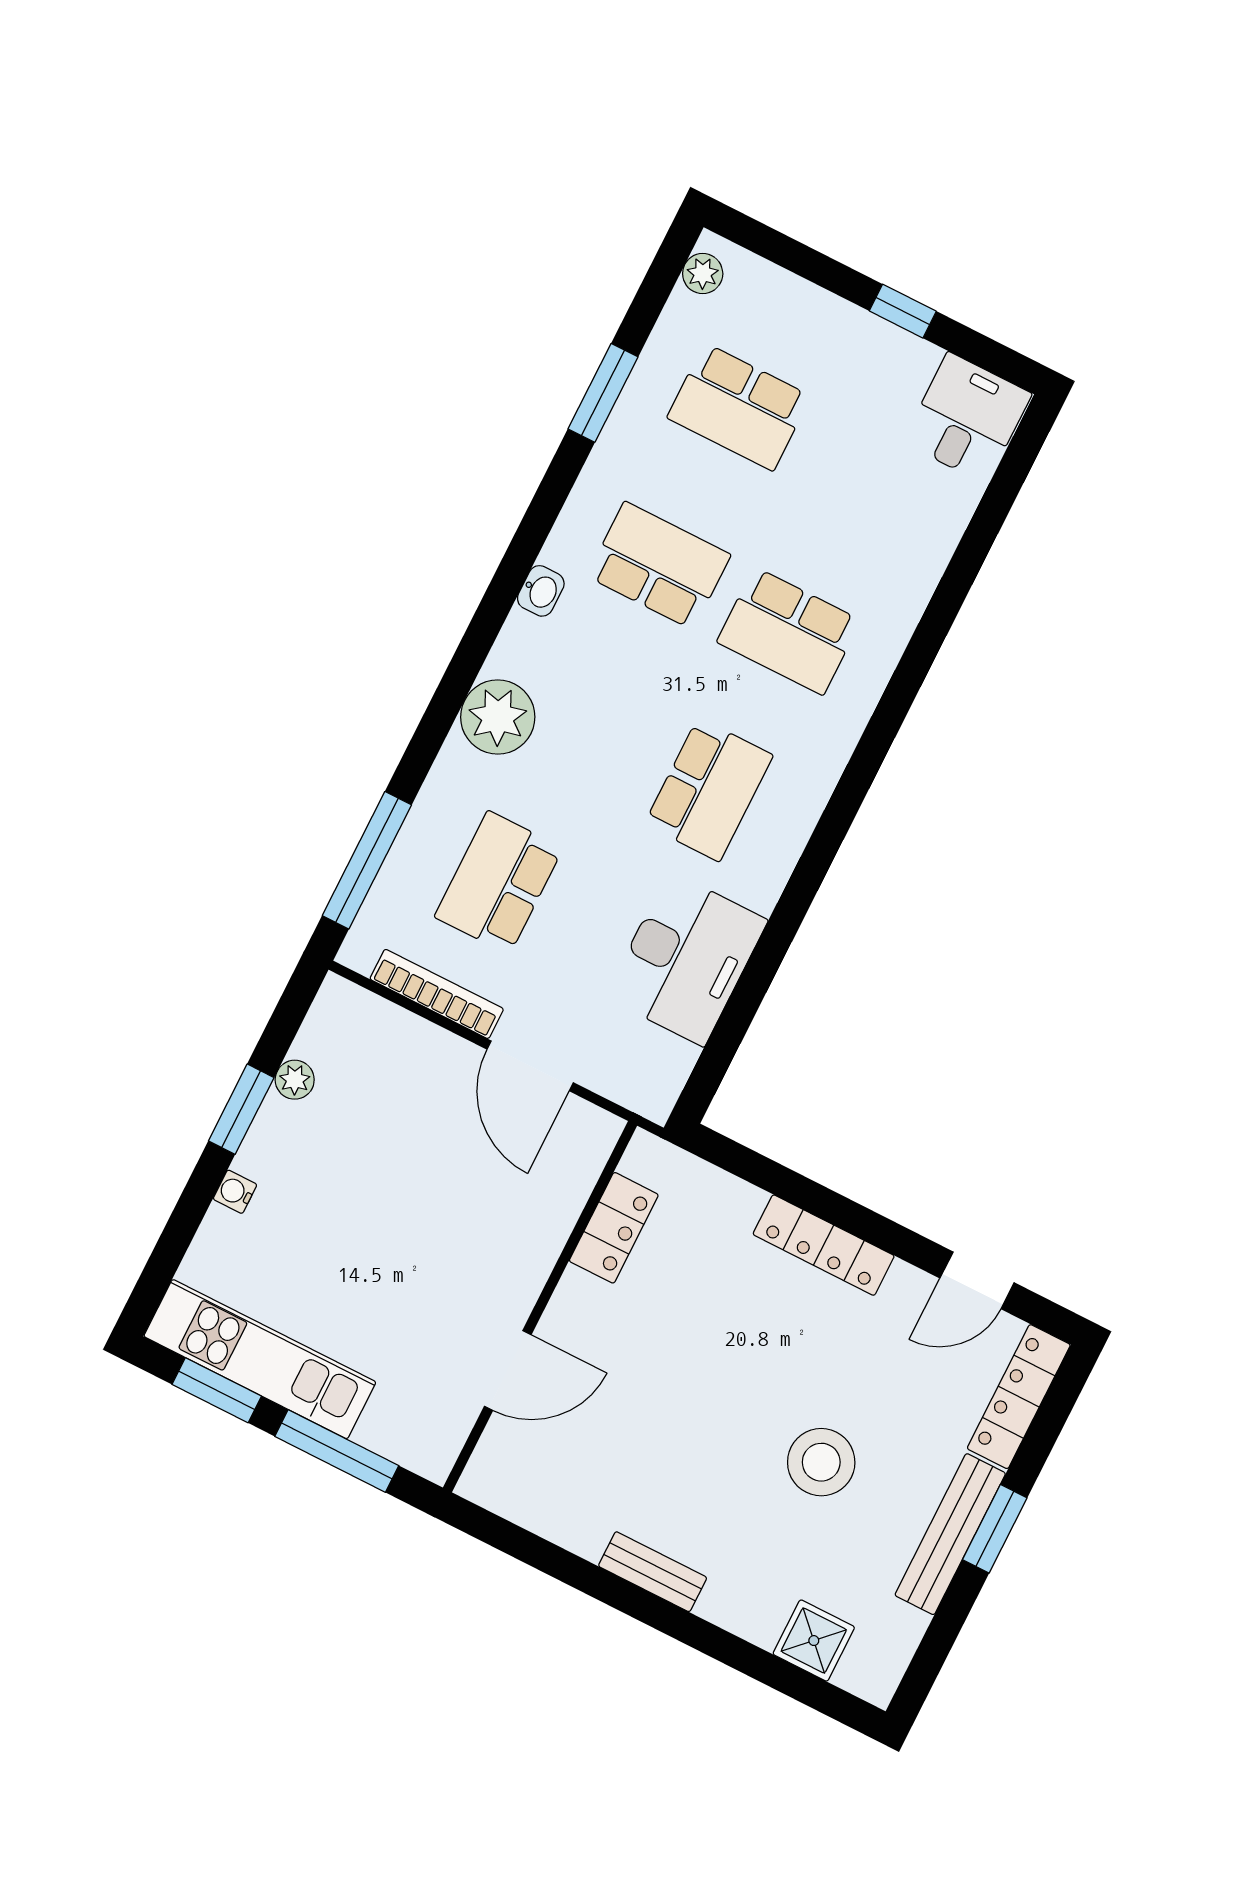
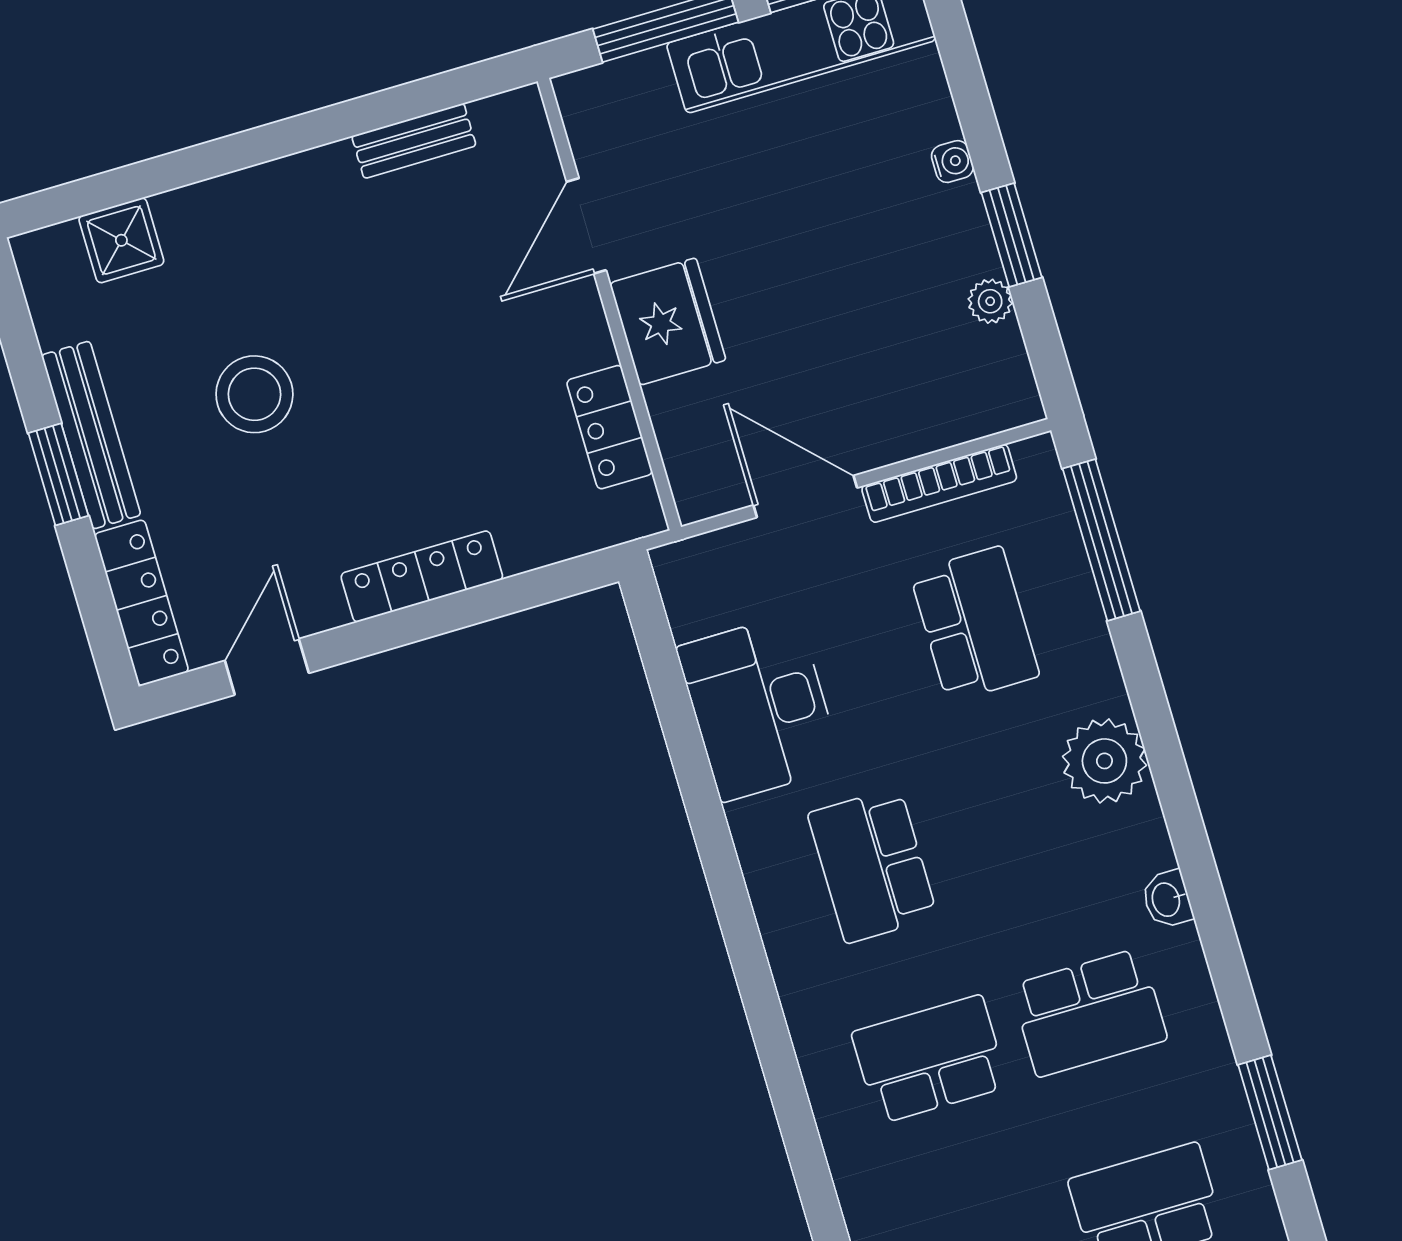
fridge: (513, 1260) -> (668, 322), added
bench: (653, 1572) -> (414, 141), moved

